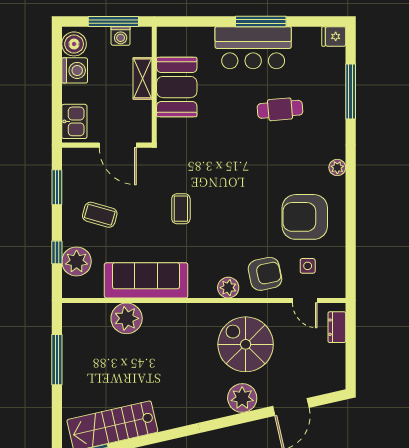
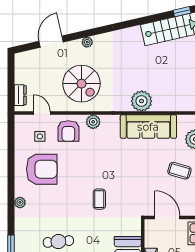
coffee table: (181, 209) -> (99, 199), moved
armchair: (265, 274) -> (68, 131), turned -78
plant: (127, 318) -> (142, 101), moved
plant: (242, 398) -> (87, 42), width x0.53, depth x0.53

